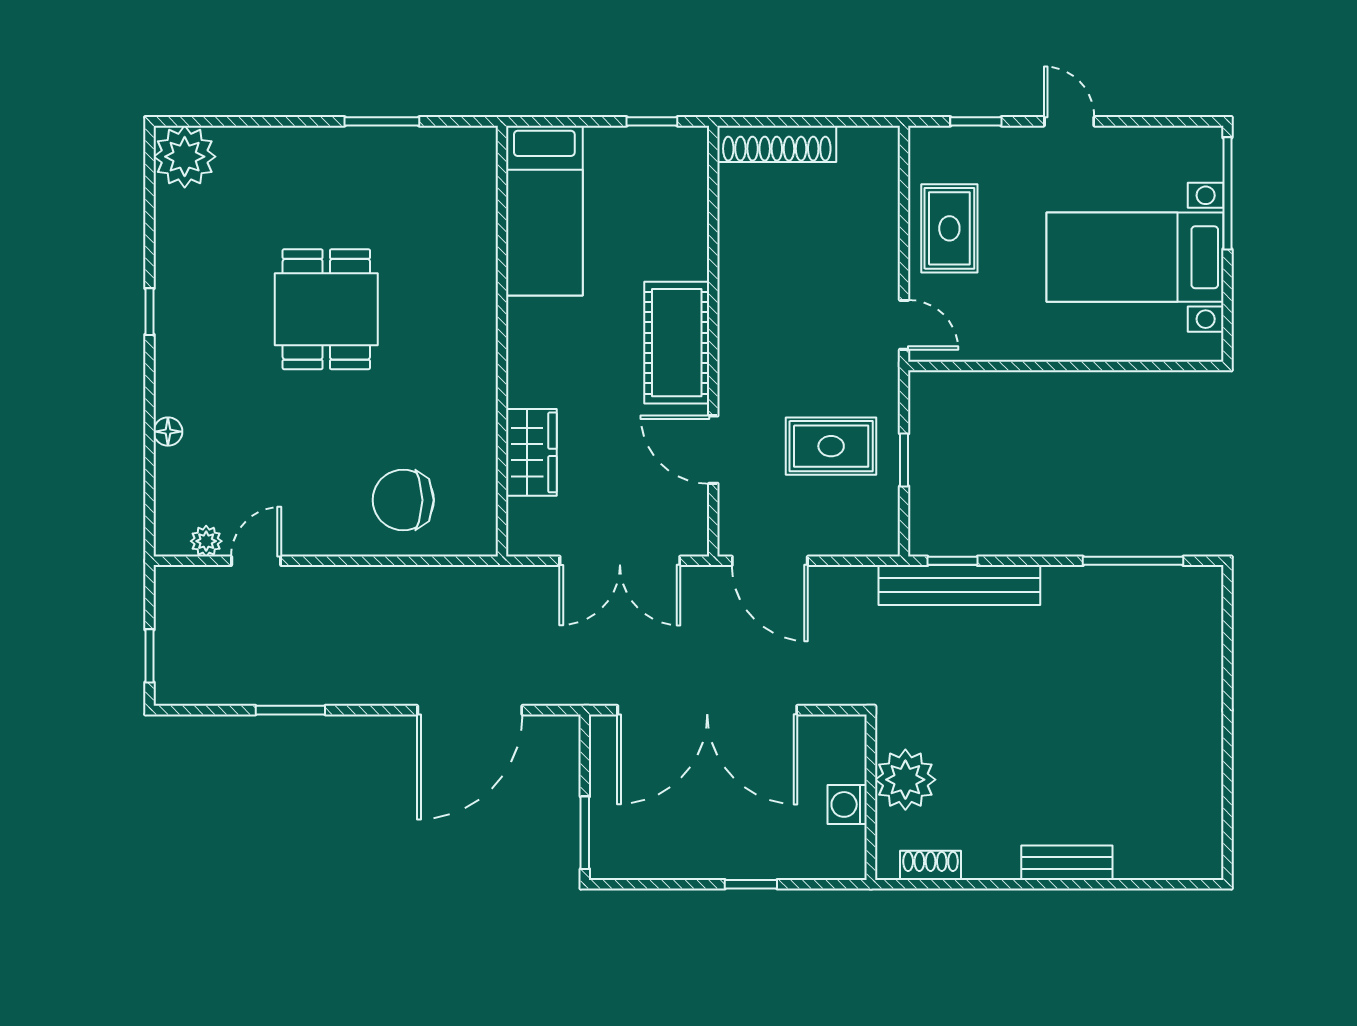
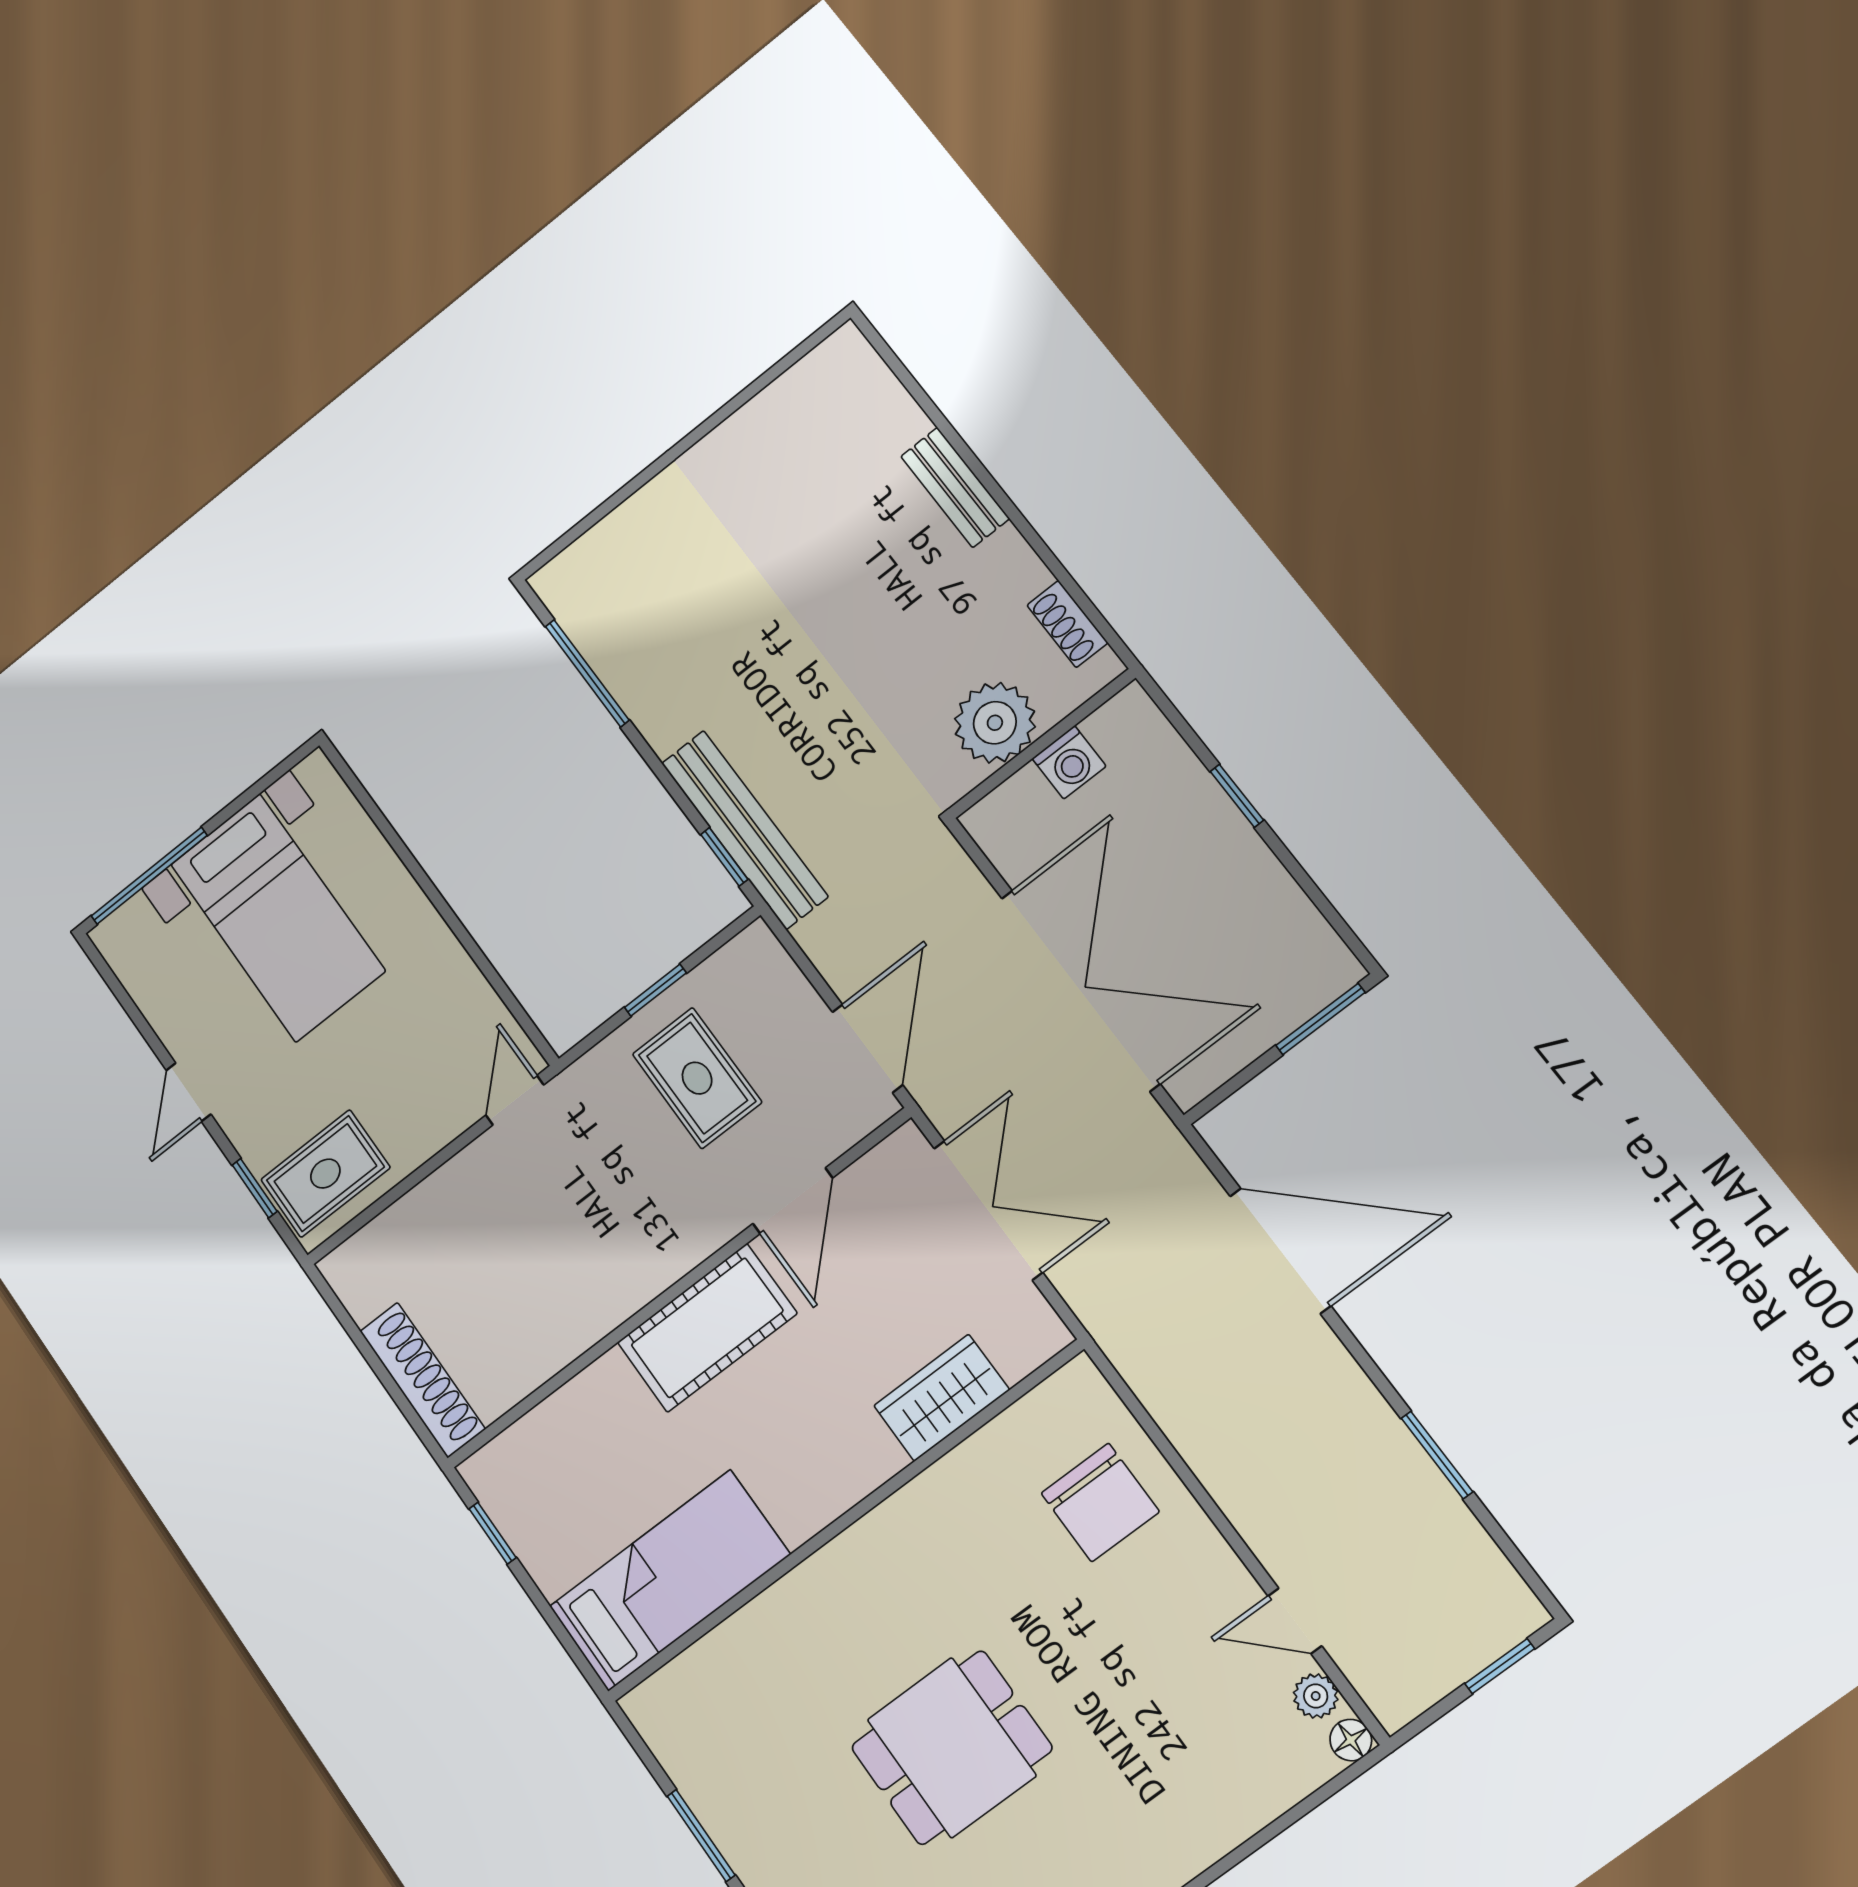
rug: (949, 228) -> (325, 1174), moved
floor lamp: (168, 432) -> (1351, 1740), moved

